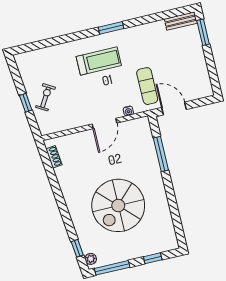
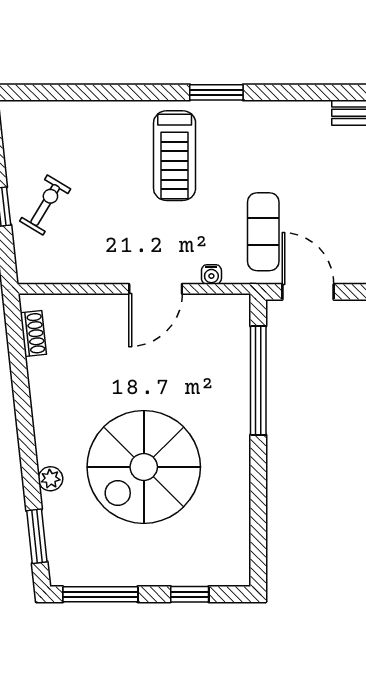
treadmill: (99, 61) -> (175, 156), turned 90
window: (161, 154) -> (258, 380), width x1.46
window: (77, 248) -> (37, 536), width x1.50
plant: (91, 259) -> (50, 479), moved

